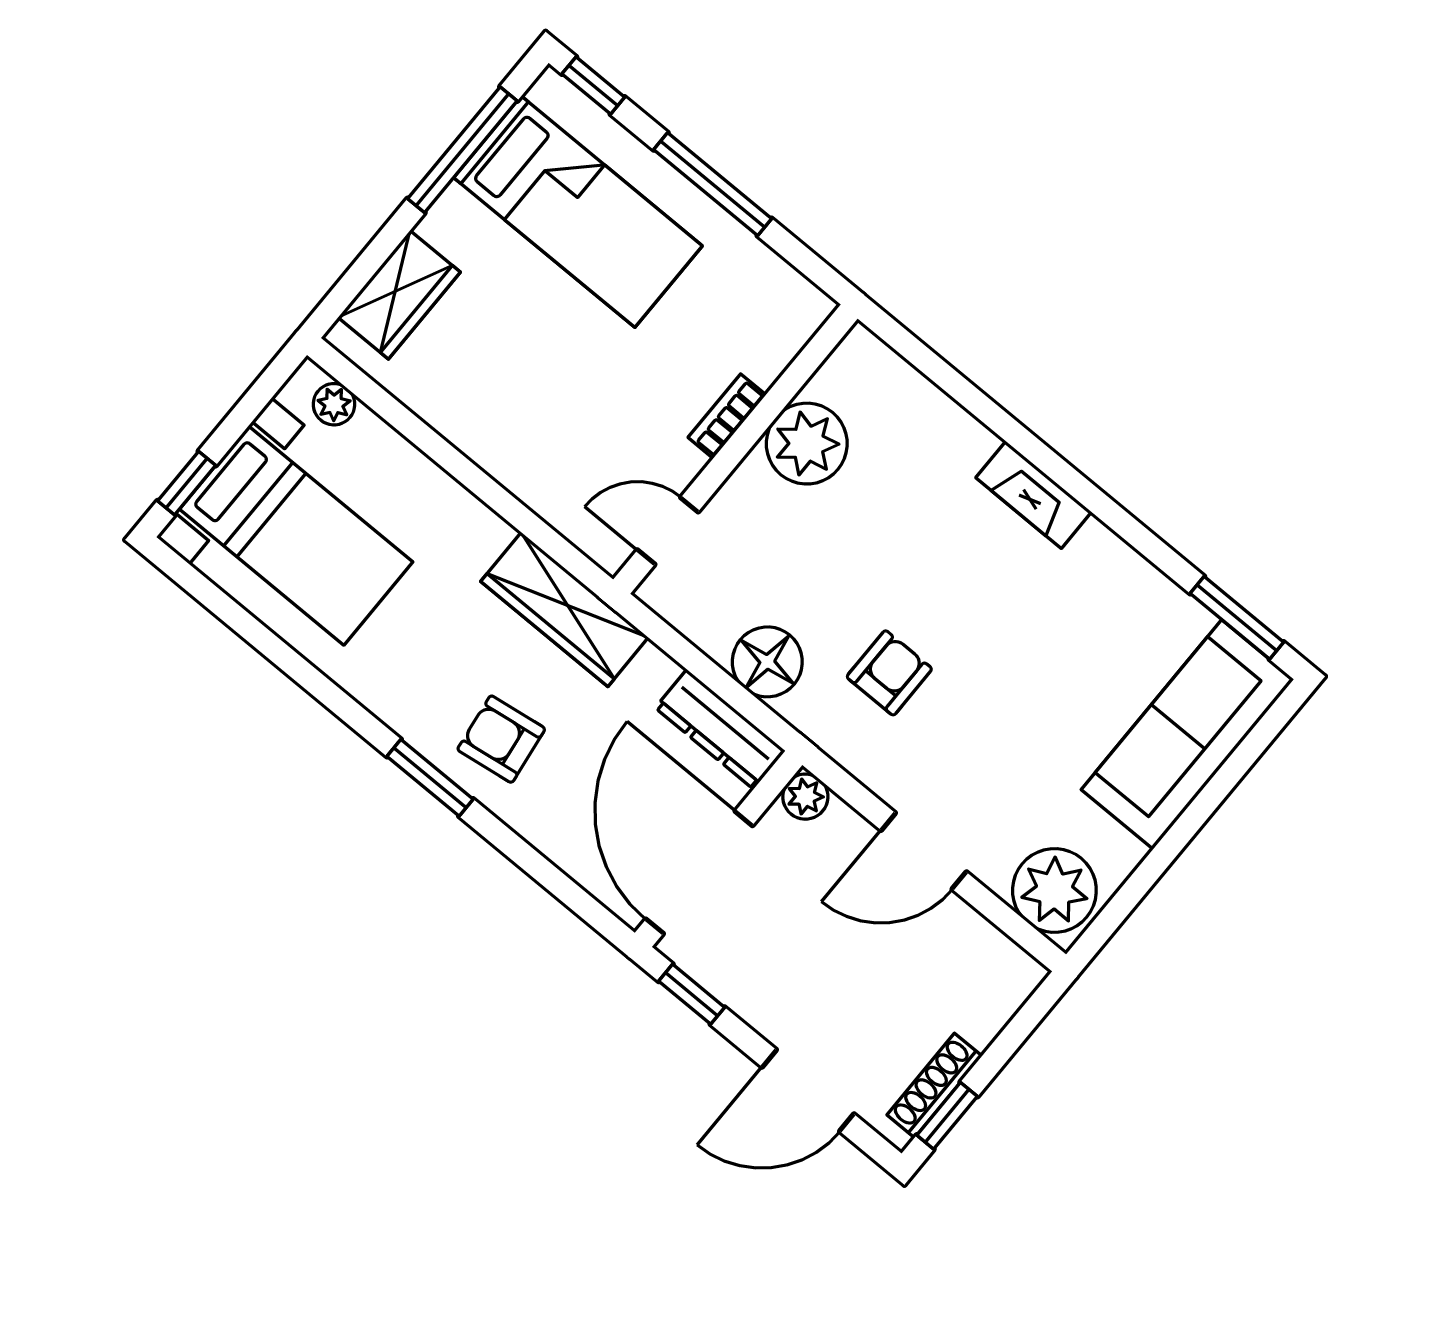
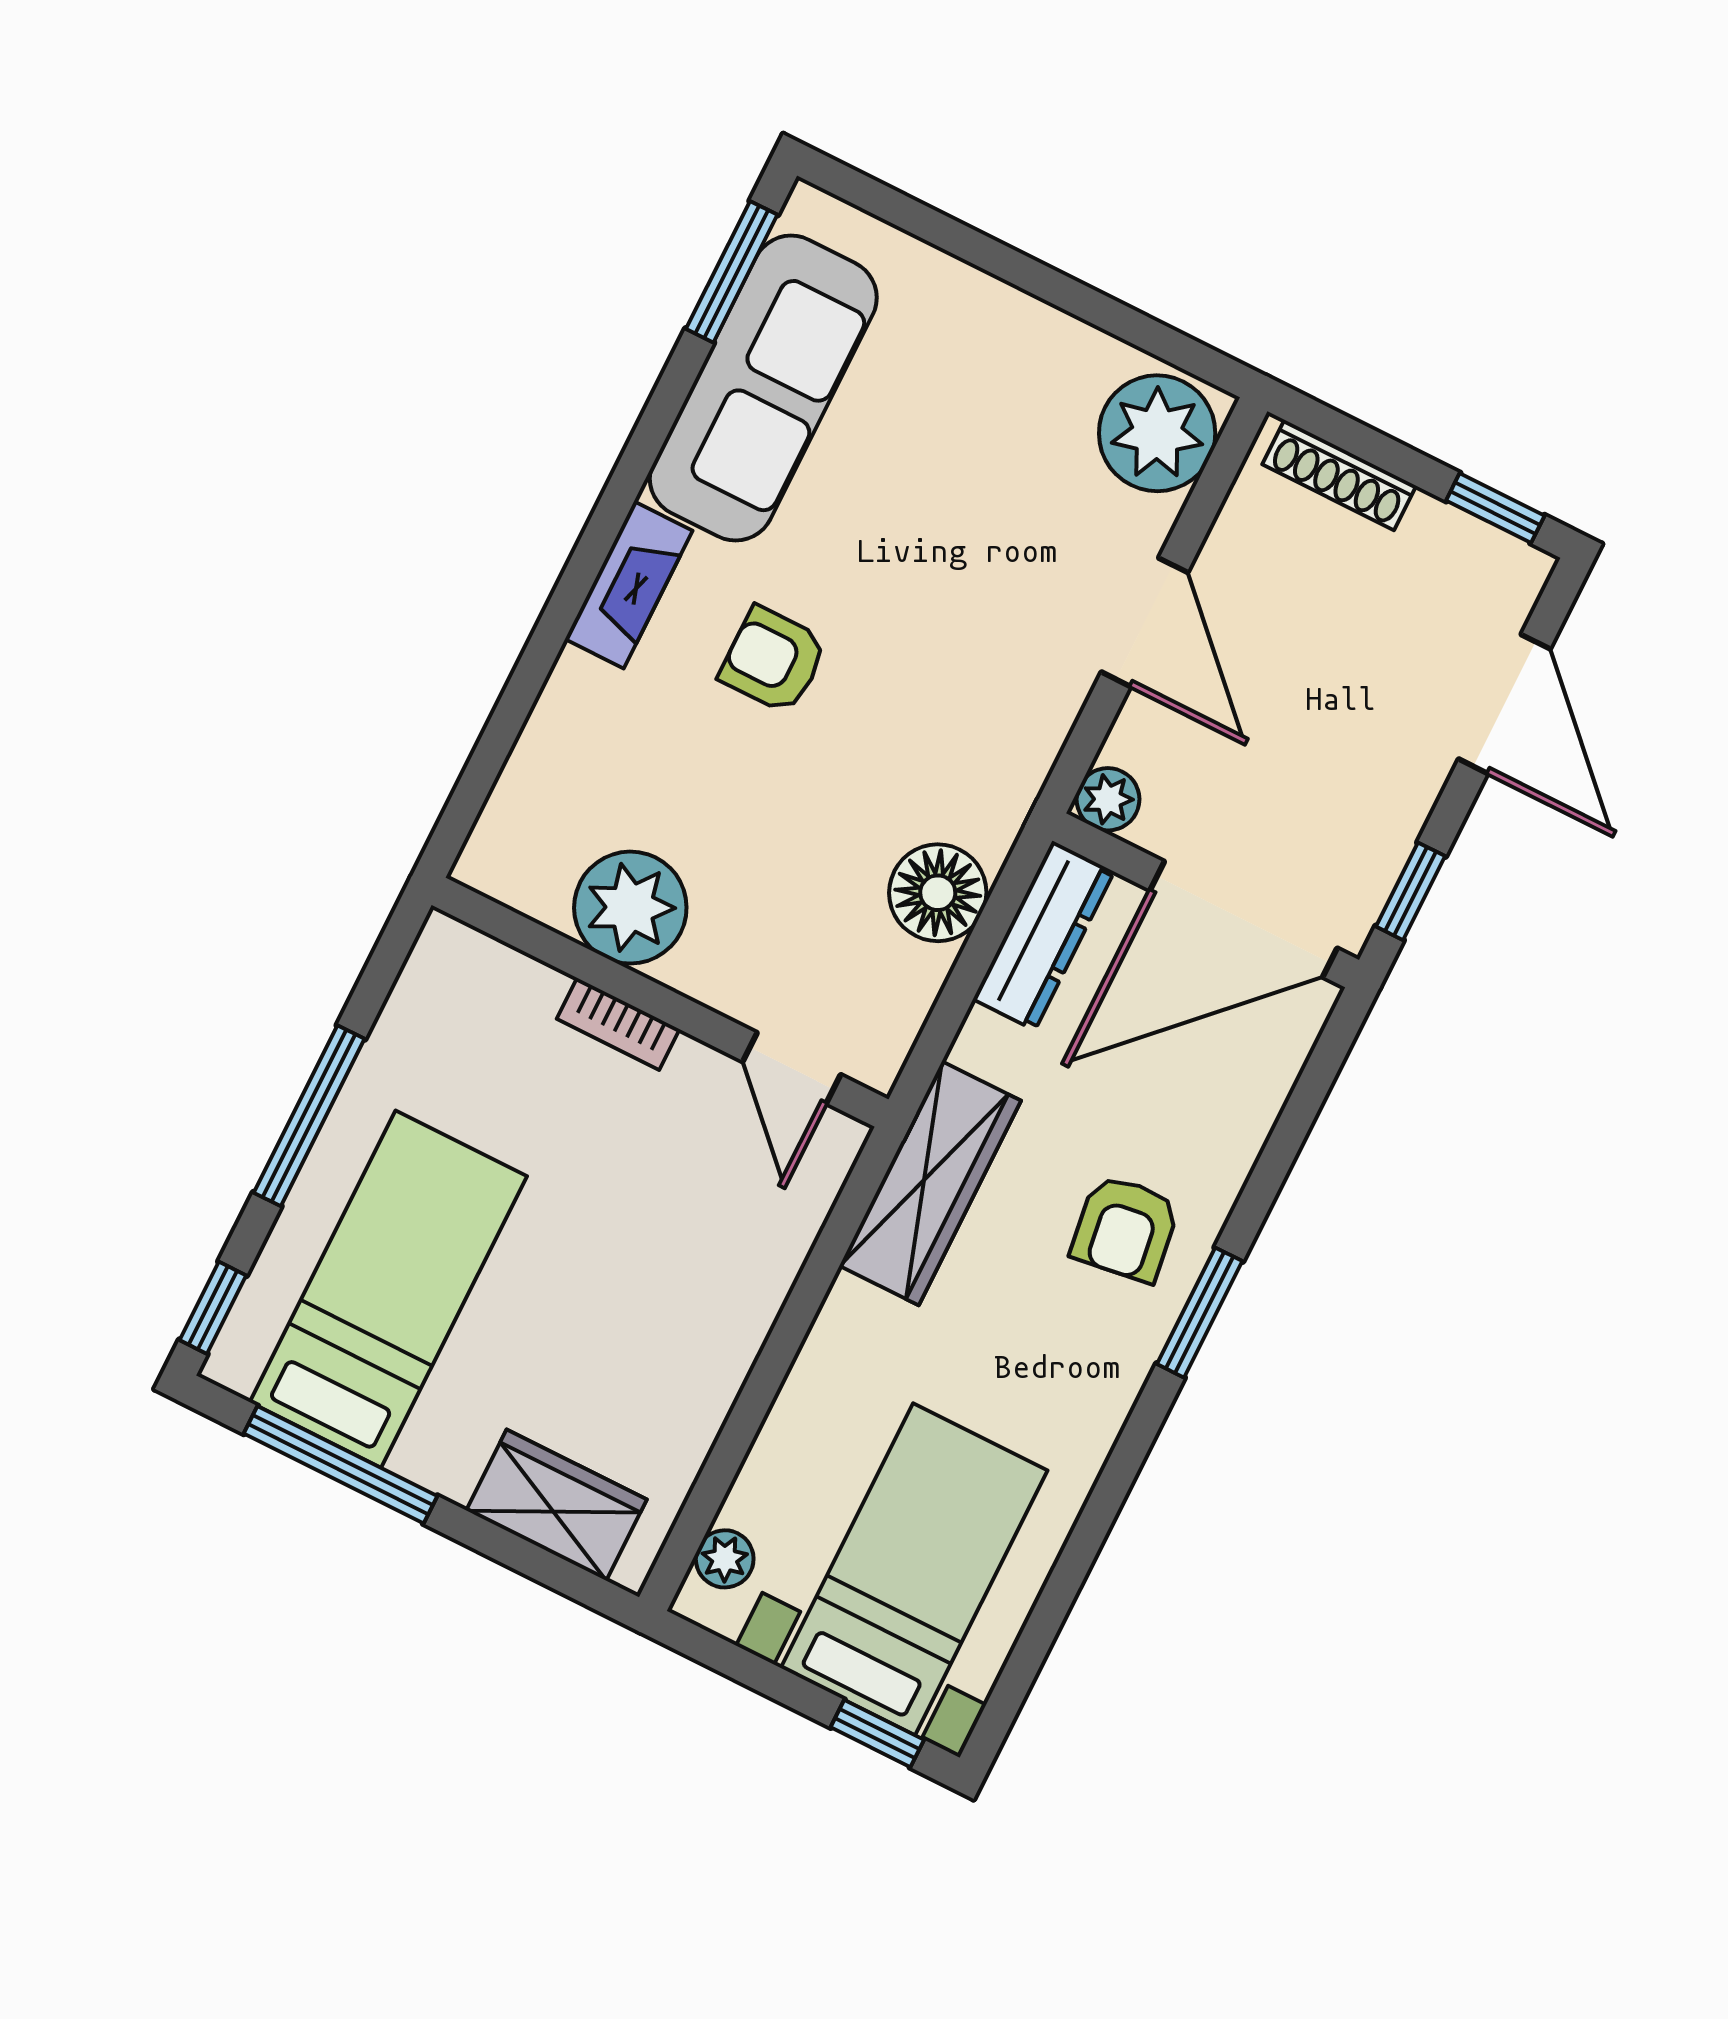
armchair: (889, 673) -> (773, 660), moved
sofa: (1187, 734) -> (763, 388), moved, turned -90
shoe rack: (935, 1085) -> (1339, 475), moved

